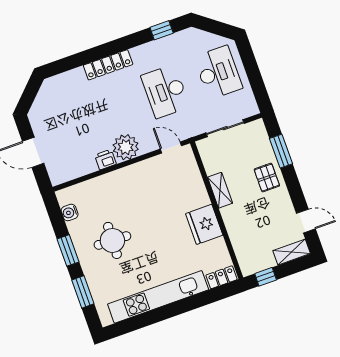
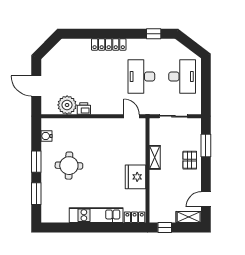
plant: (126, 147) -> (67, 105), moved
door: (306, 221) -> (206, 199), swing flipped
kitchen unit: (158, 297) -> (96, 215), width x0.73

